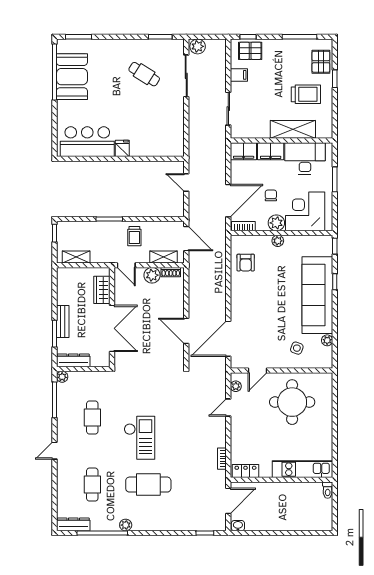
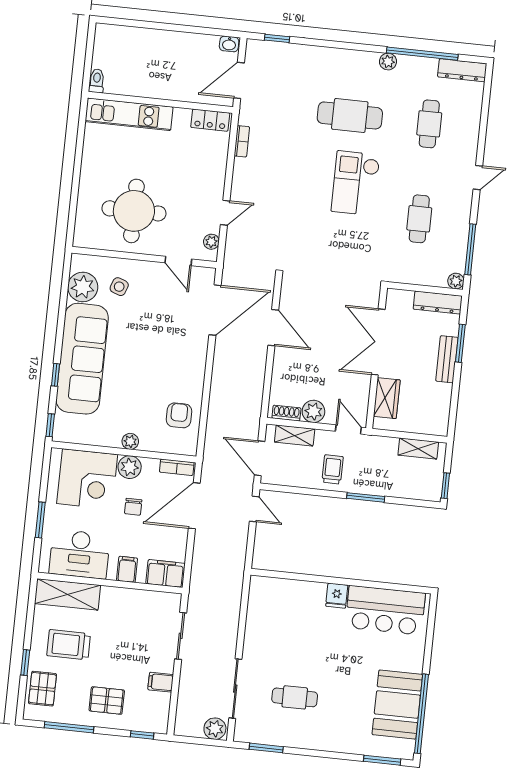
pallet: (250, 51) -> (107, 700), moved
cafe table: (144, 74) -> (295, 697), turned -32
shelving: (293, 129) -> (68, 594), moved
filing cabinet: (271, 151) -> (127, 569), width x0.50
door: (186, 183) -> (254, 509), moved
plant: (327, 340) -> (83, 287), width x1.88, depth x1.88
door: (257, 370) -> (178, 261), swing flipped

